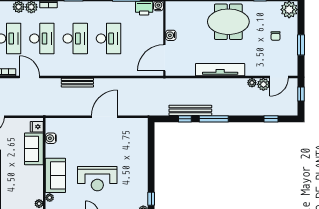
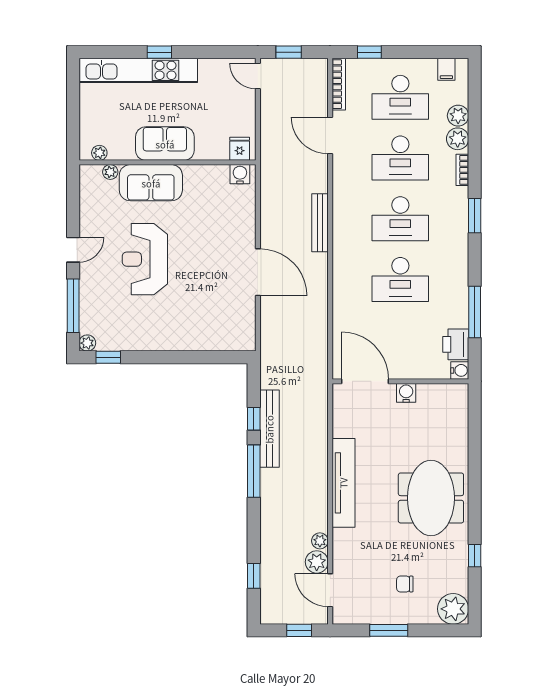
door: (30, 77) -> (330, 135), swing flipped
water cooler: (51, 138) -> (240, 174), moved
sofa: (34, 149) -> (165, 144), moved

